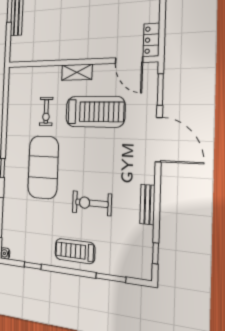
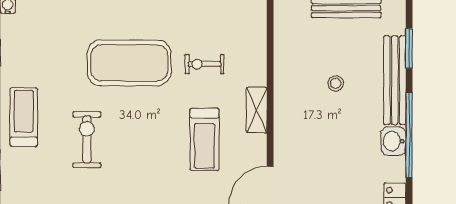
stool: (62, 15) -> (336, 83), added
treadmill: (95, 112) -> (205, 139), width x0.73, depth x0.73

